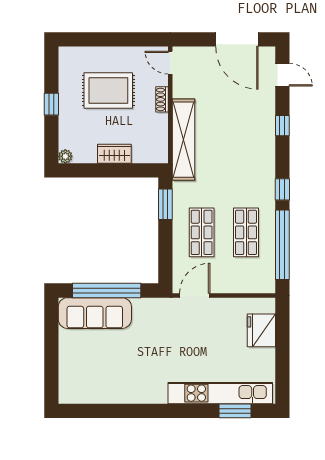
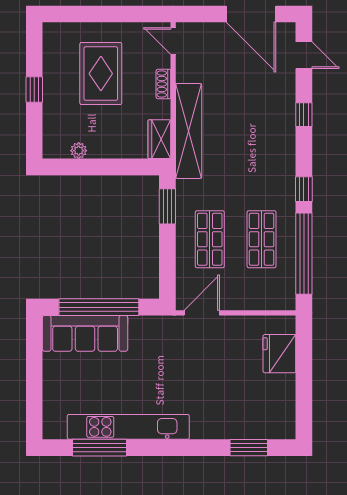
rug: (108, 90) -> (101, 74), turned 90
wardrobe: (114, 154) -> (159, 139), moved, turned -90
plant: (65, 156) -> (79, 151), moved
kitchen unit: (220, 393) -> (128, 427), moved
window: (107, 411) -> (100, 448), added

